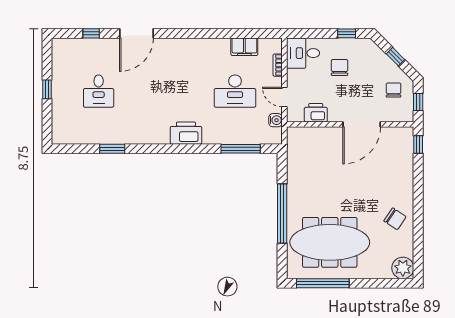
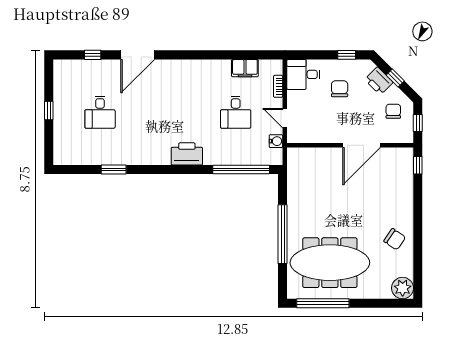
desk: (235, 91) -> (236, 112), width x0.73
printer: (316, 113) -> (379, 81), moved, turned -135
window: (241, 149) -> (241, 170), width x1.46

